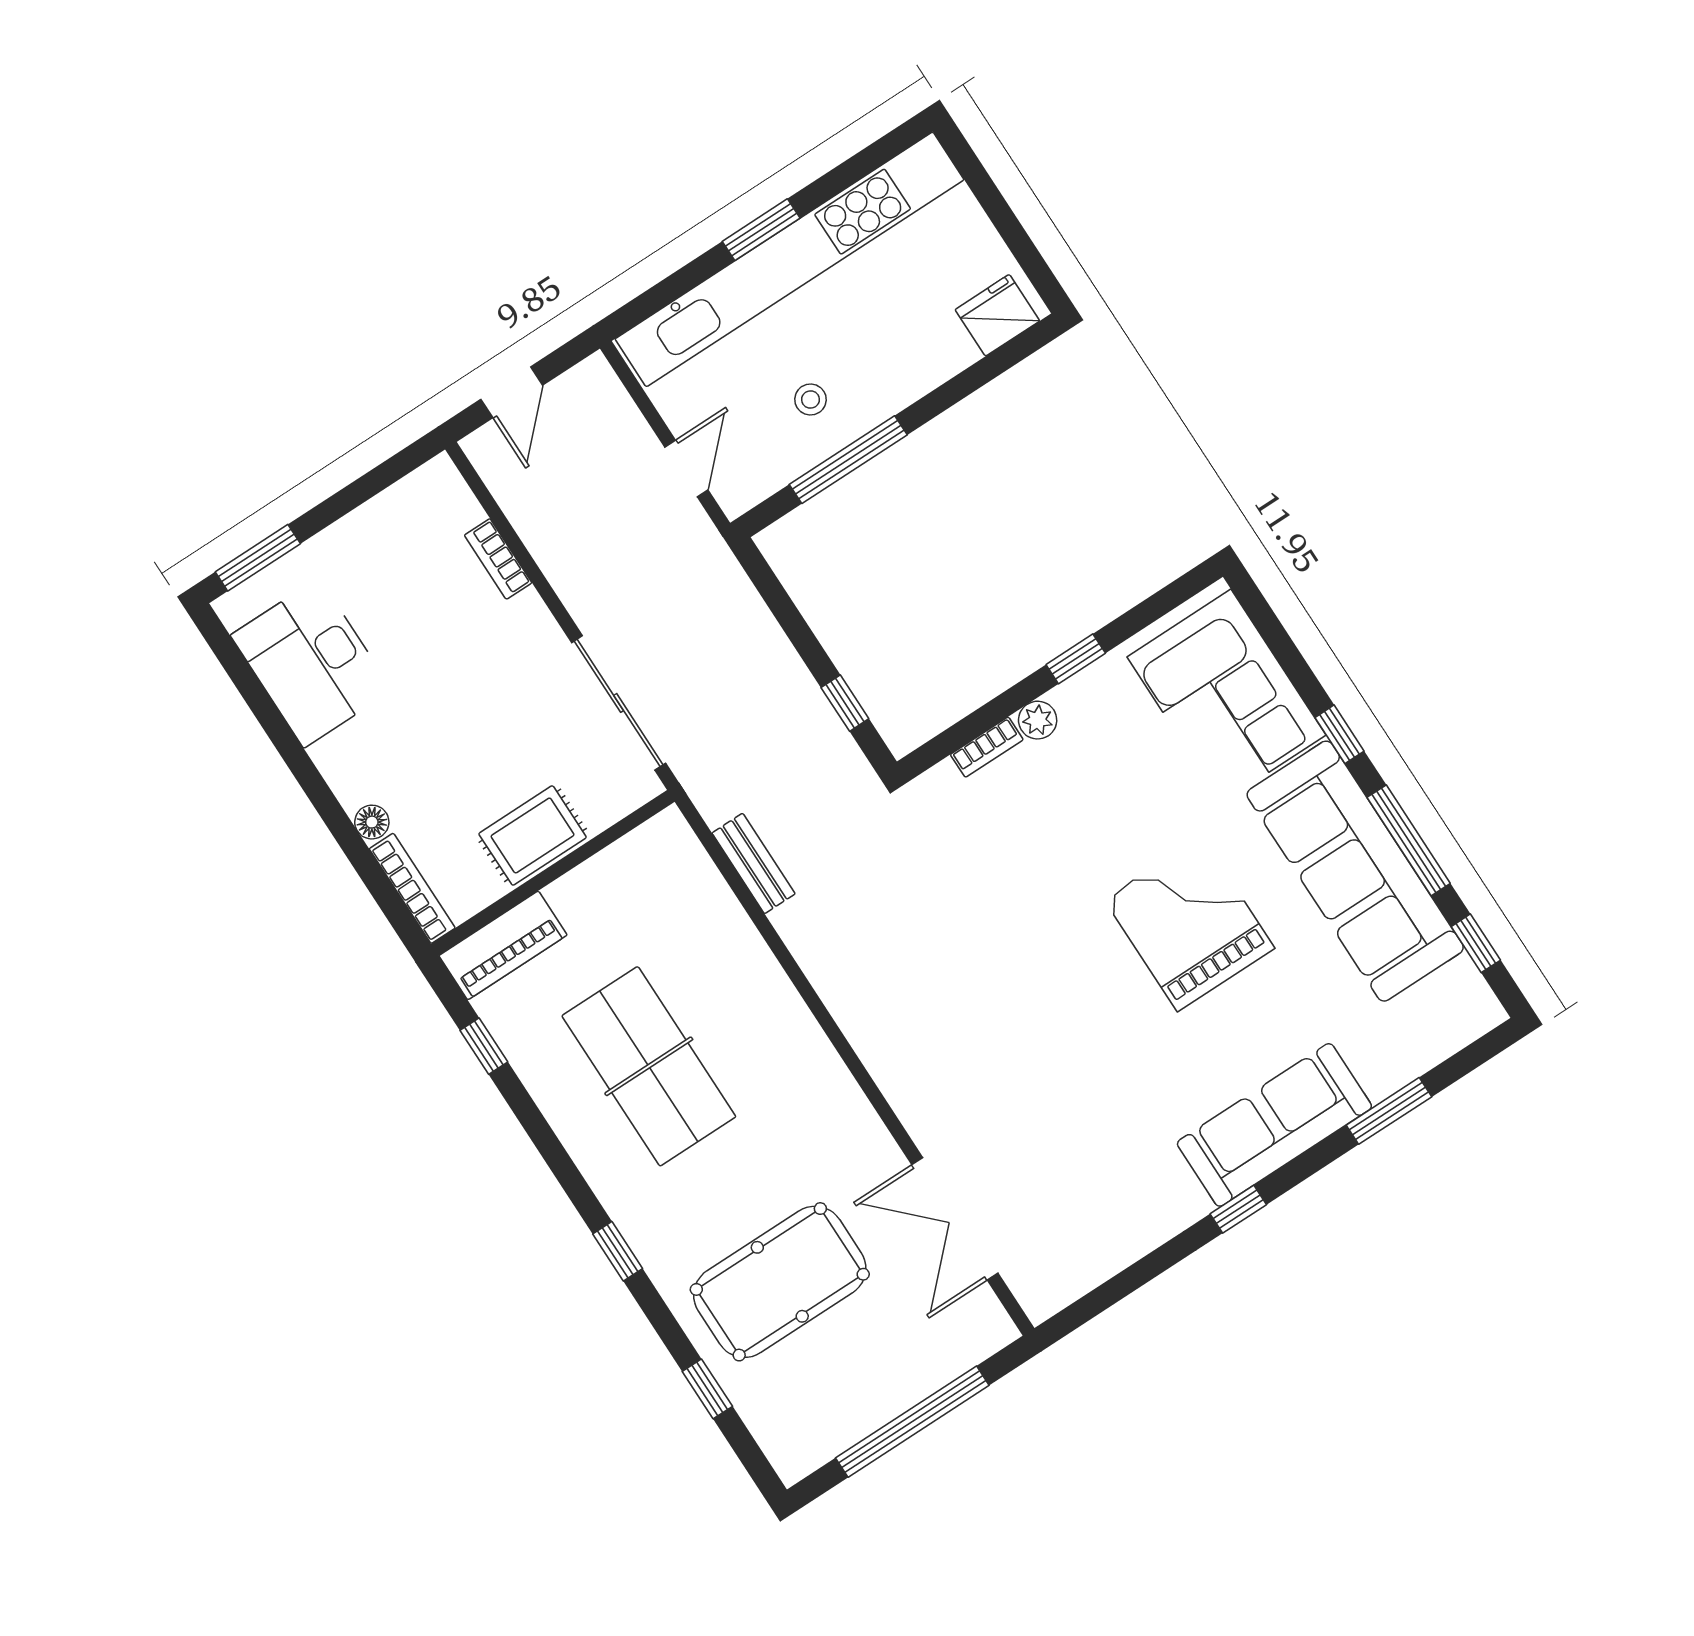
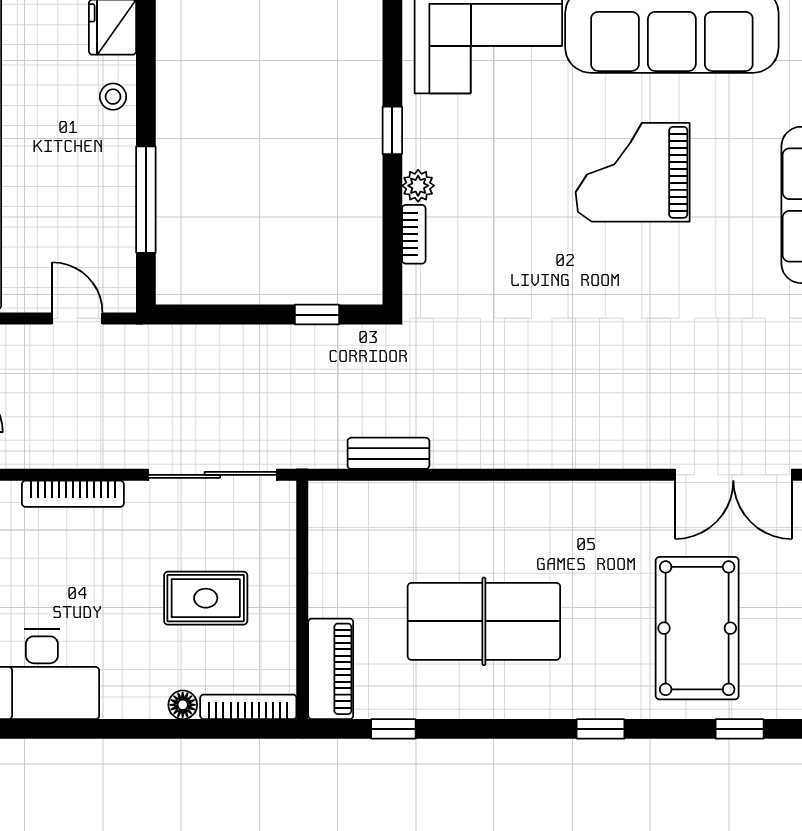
stool: (810, 400) -> (113, 97), moved
bookcase: (498, 559) -> (73, 494), width x1.56
rug: (533, 835) -> (206, 598), moved, turned 90

